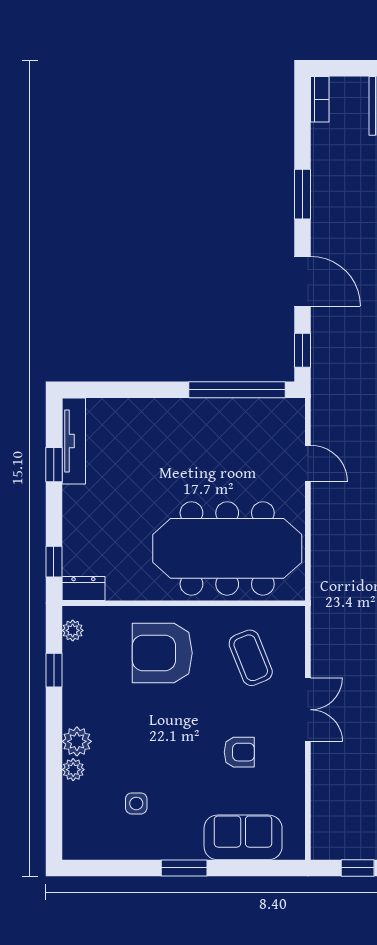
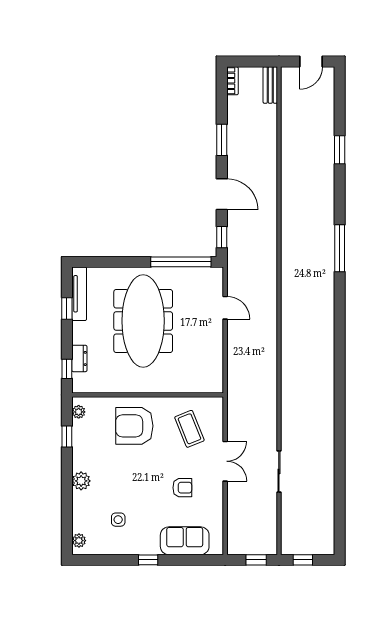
meeting table: (227, 548) -> (143, 321), moved, turned 90
dresser: (83, 588) -> (79, 358), moved, turned 90
plant: (73, 770) -> (79, 541), moved
window: (184, 868) -> (148, 560), width x0.67

